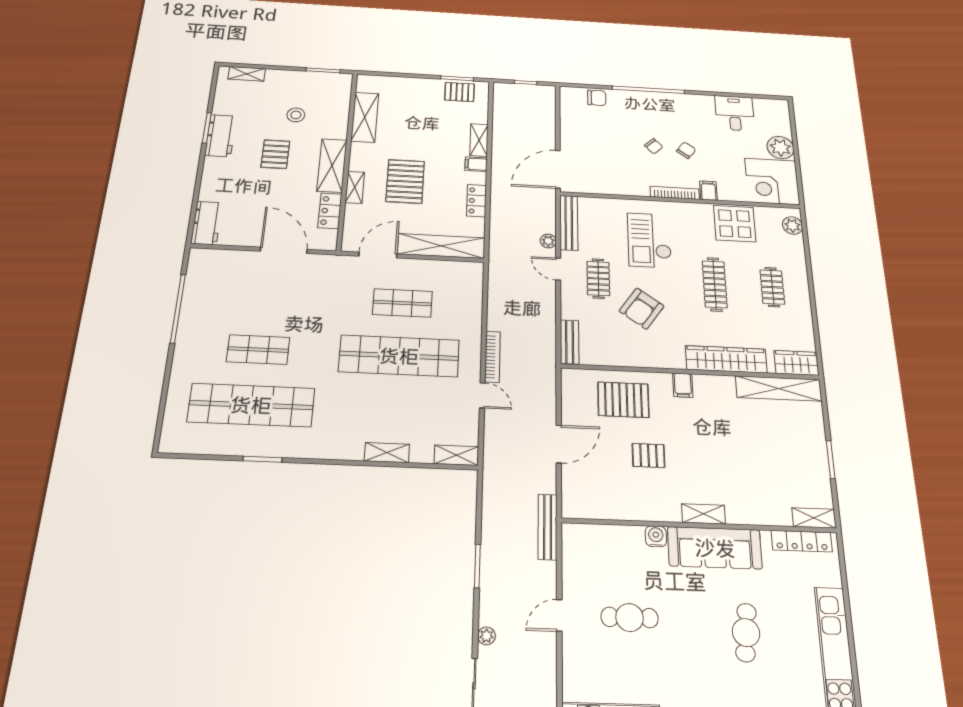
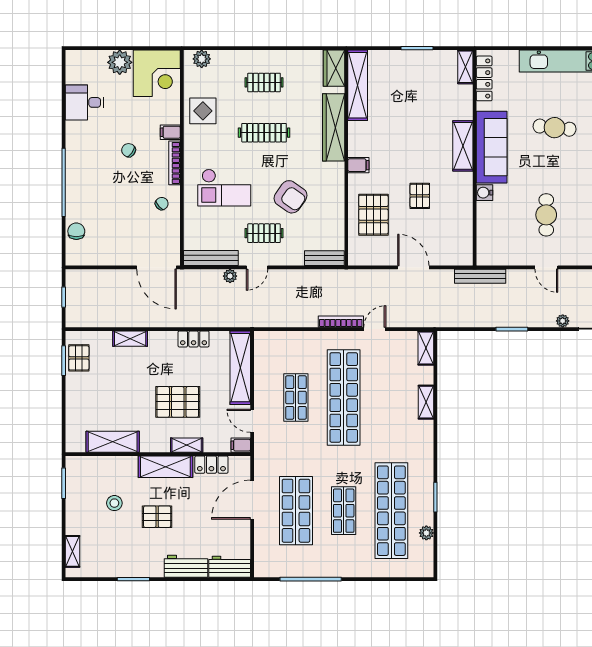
workbench: (221, 136) -> (186, 566), moved
chair: (654, 146) -> (162, 204), moved
filing cabinet: (476, 164) -> (241, 445), moved, turned 90
display table: (735, 224) -> (203, 111), width x0.73, depth x0.73
door: (378, 255) -> (252, 421), width x0.73
shop shelf: (265, 296) -> (296, 511), added
plant: (217, 446) -> (426, 533), added
shelving: (704, 514) -> (463, 146), width x1.50, depth x1.33

